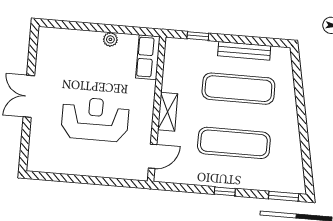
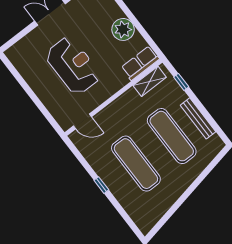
plant: (110, 39) -> (123, 29), width x1.88, depth x1.88
shelving: (168, 112) -> (150, 81), moved
window: (284, 196) -> (131, 224), removed

